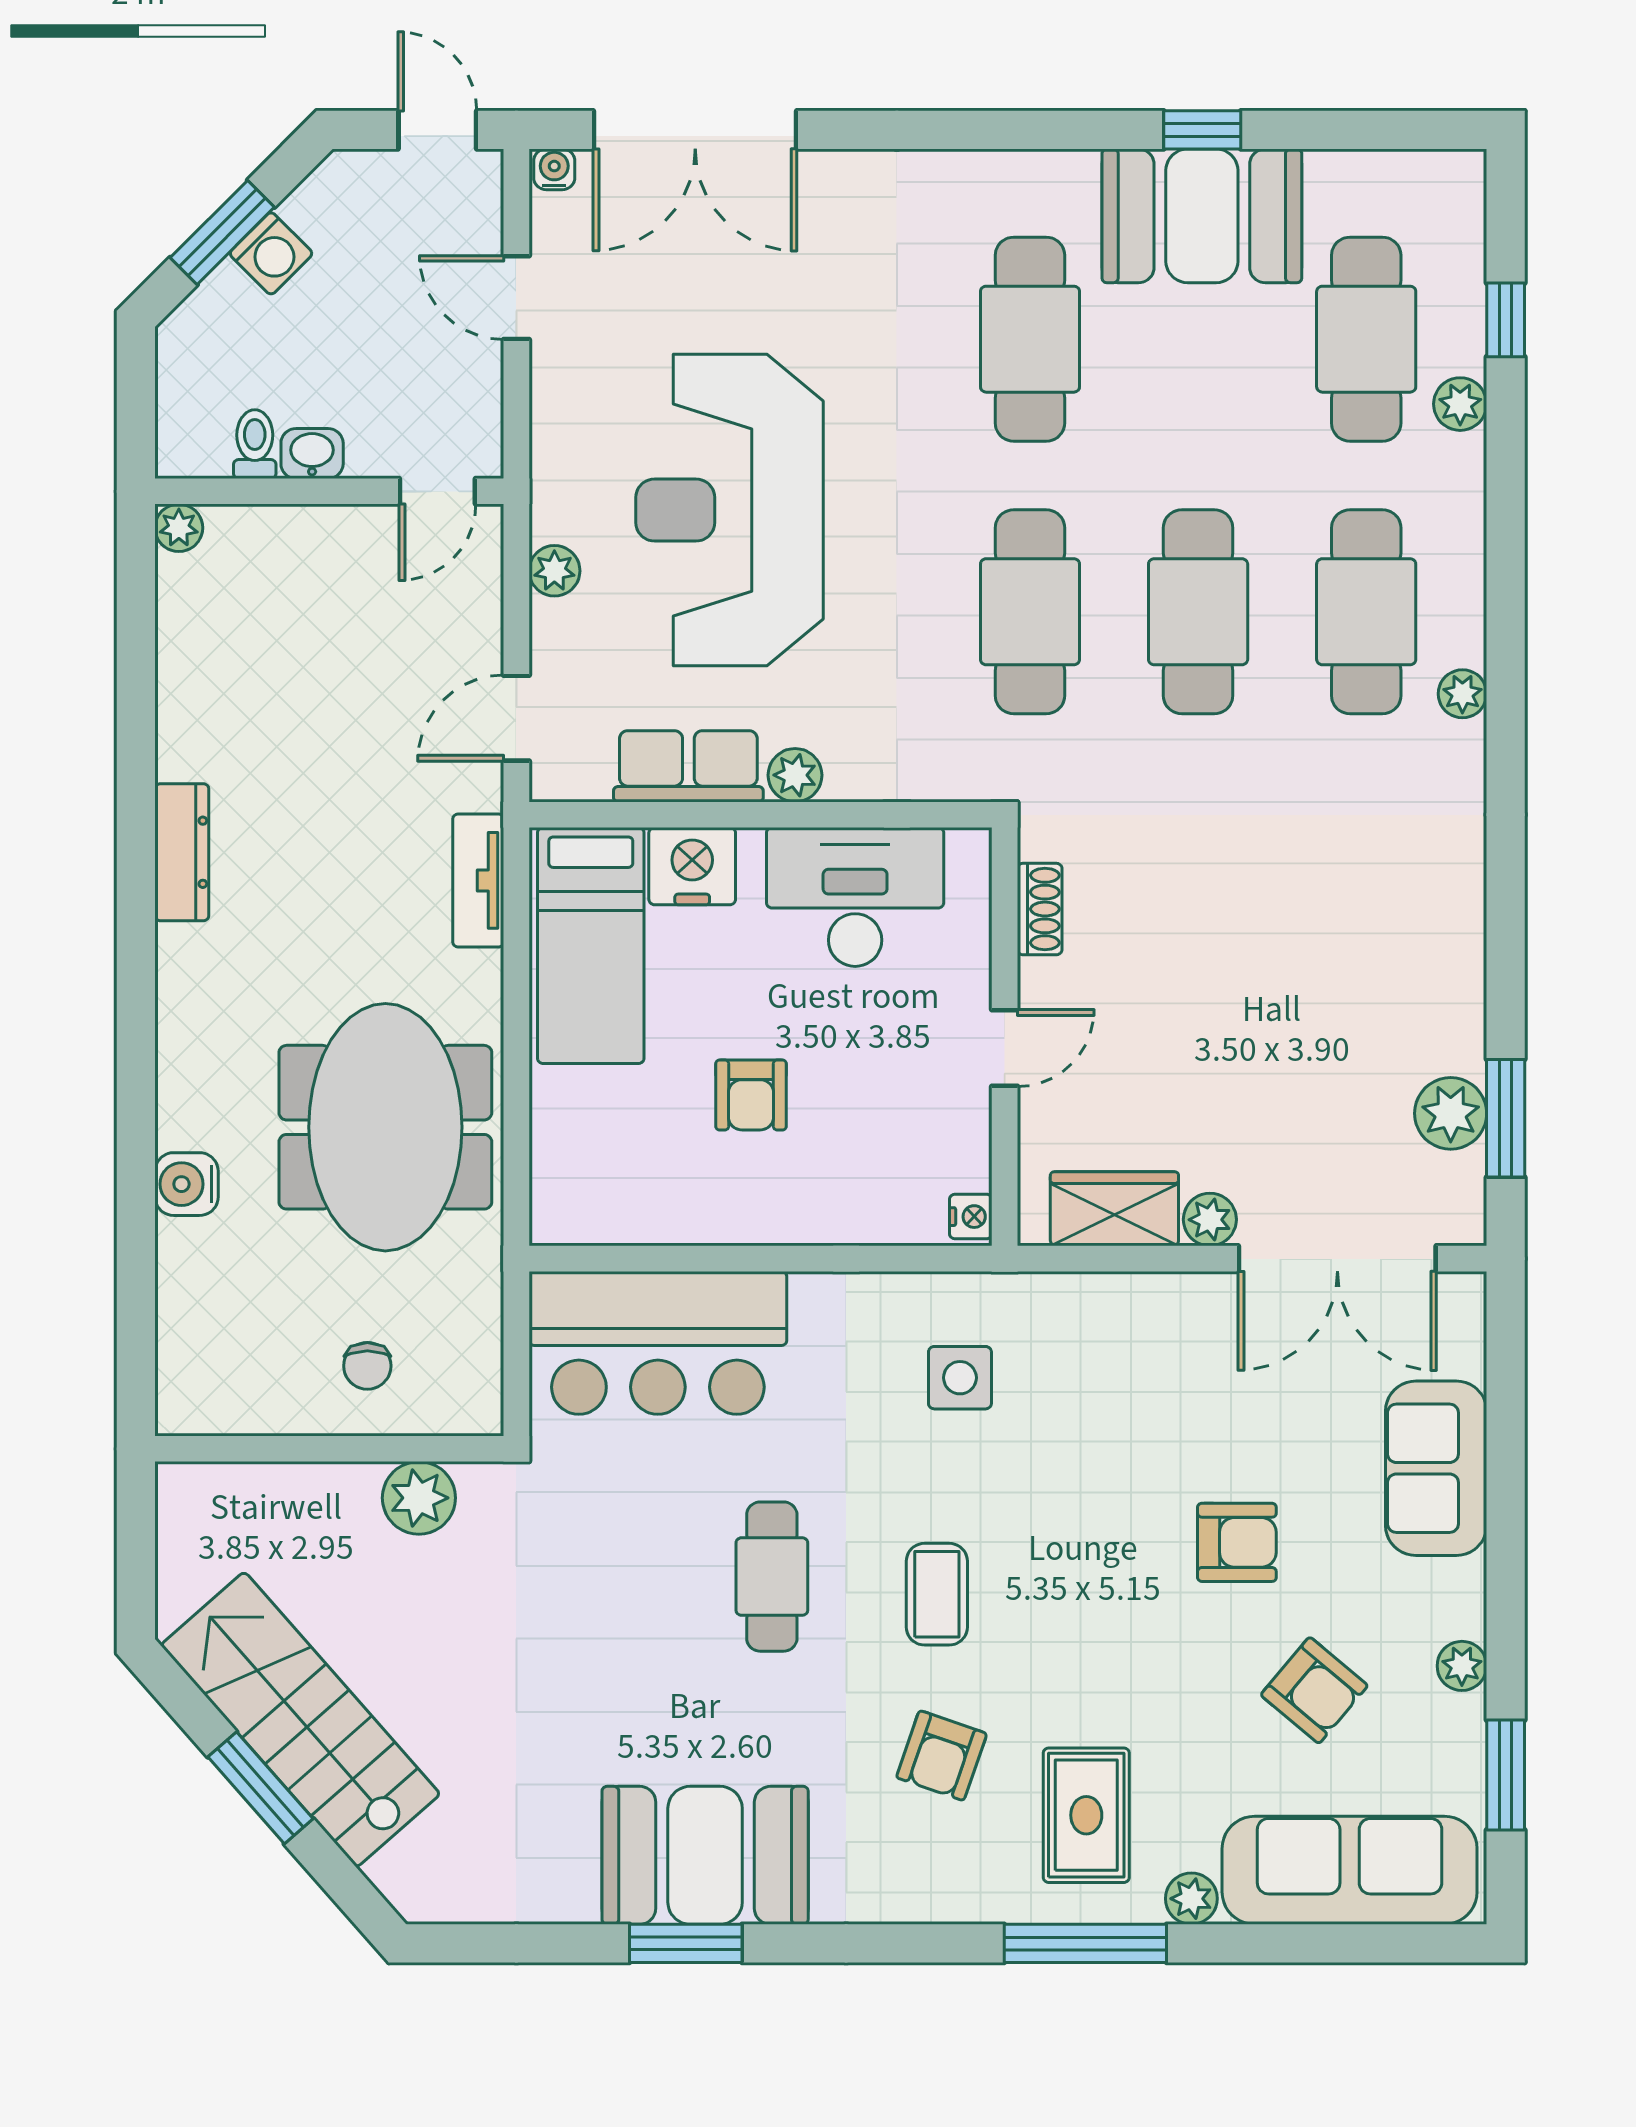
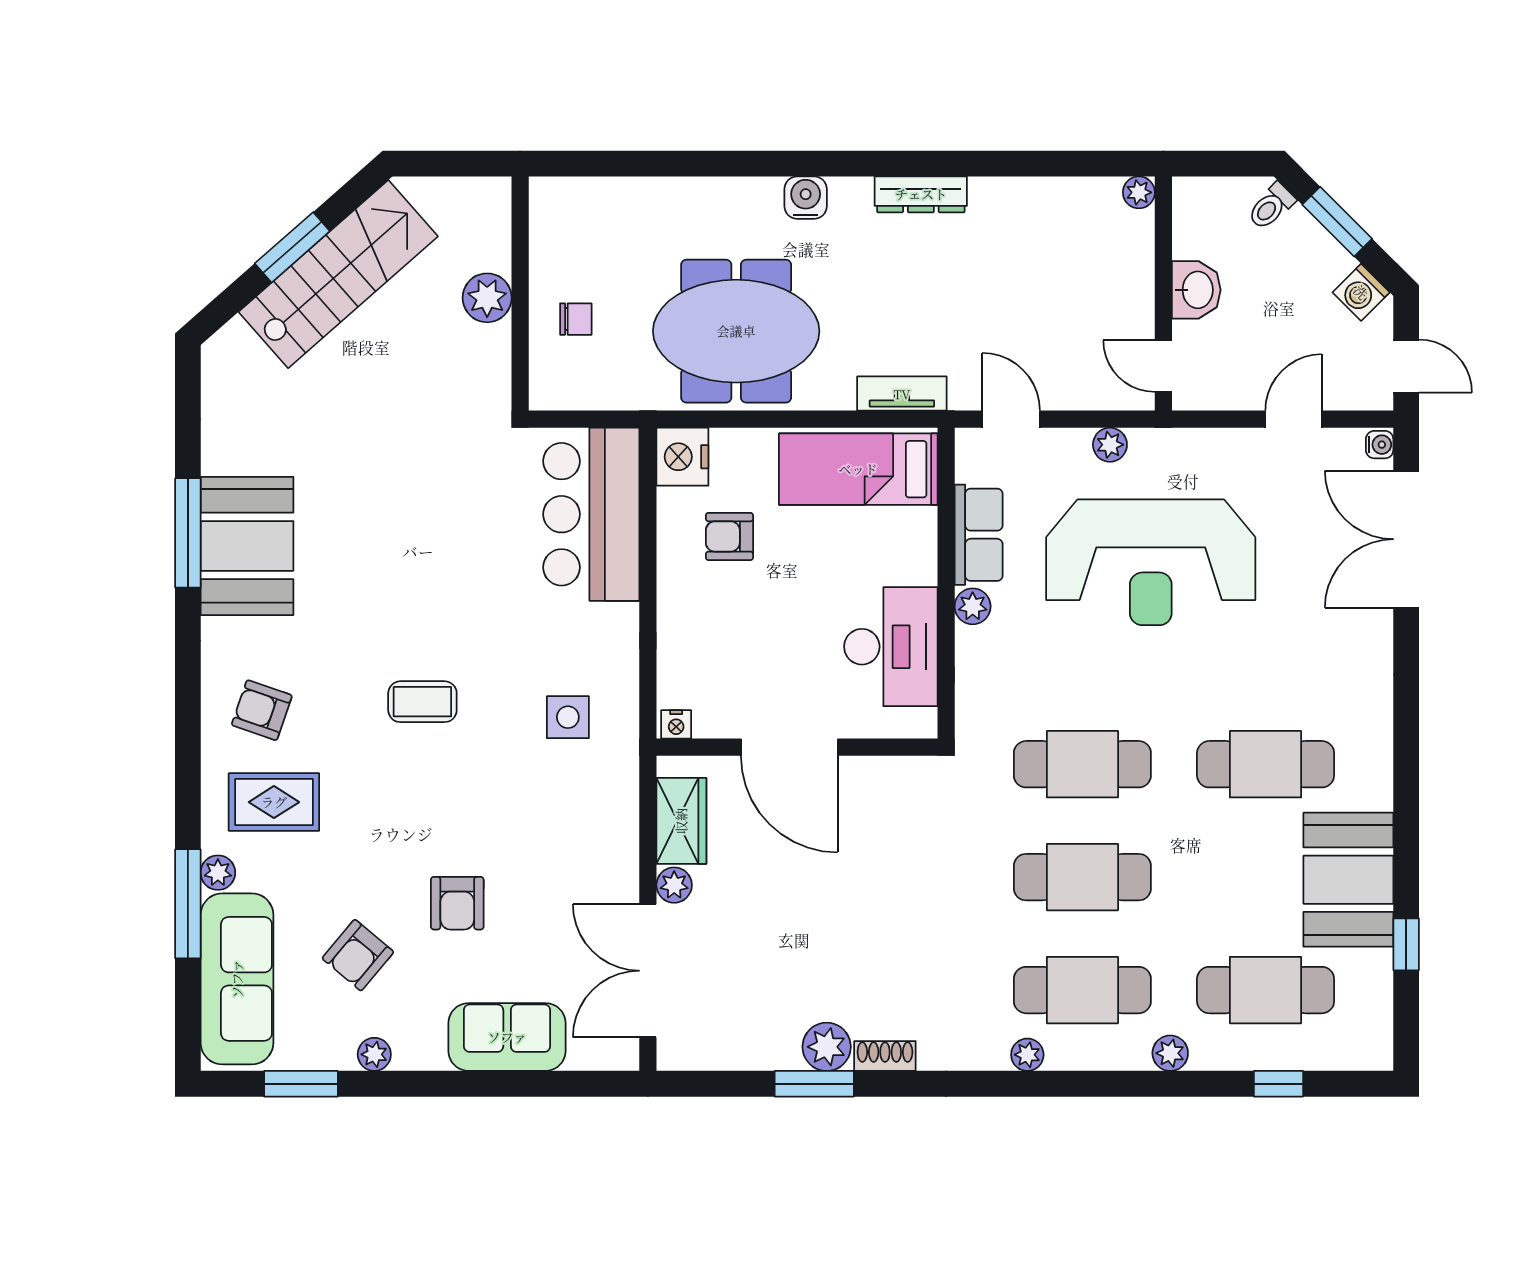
door: (437, 130) -> (1406, 366), hinge flipped
window: (1202, 130) -> (1406, 944), moved
washing machine: (271, 253) -> (1361, 292), moved
plant: (1460, 404) -> (1170, 1053), moved
toilet: (255, 444) -> (1271, 206), moved, turned 135
washbasin: (312, 454) -> (1196, 290), width x1.38, depth x1.45
reception desk: (730, 510) -> (1151, 562), turned 180
nightstand: (692, 866) -> (682, 457), moved, turned 180
shoe rack: (1040, 909) -> (885, 1056), moved, turned 180
door: (1005, 1048) -> (789, 747), width x1.87
armchair: (751, 1095) -> (729, 536), moved
plant: (1451, 1113) -> (827, 1047), moved
window: (1506, 1118) -> (814, 1084), moved
water cooler: (187, 1184) -> (806, 198), moved
chair: (367, 1366) -> (576, 319), turned 180
plant: (419, 1498) -> (487, 298), moved
cafe table: (772, 1577) -> (434, 591), removed
armchair: (942, 1756) -> (262, 710), moved
window: (686, 1943) -> (188, 533), width x1.44
window: (1085, 1943) -> (188, 904), moved

